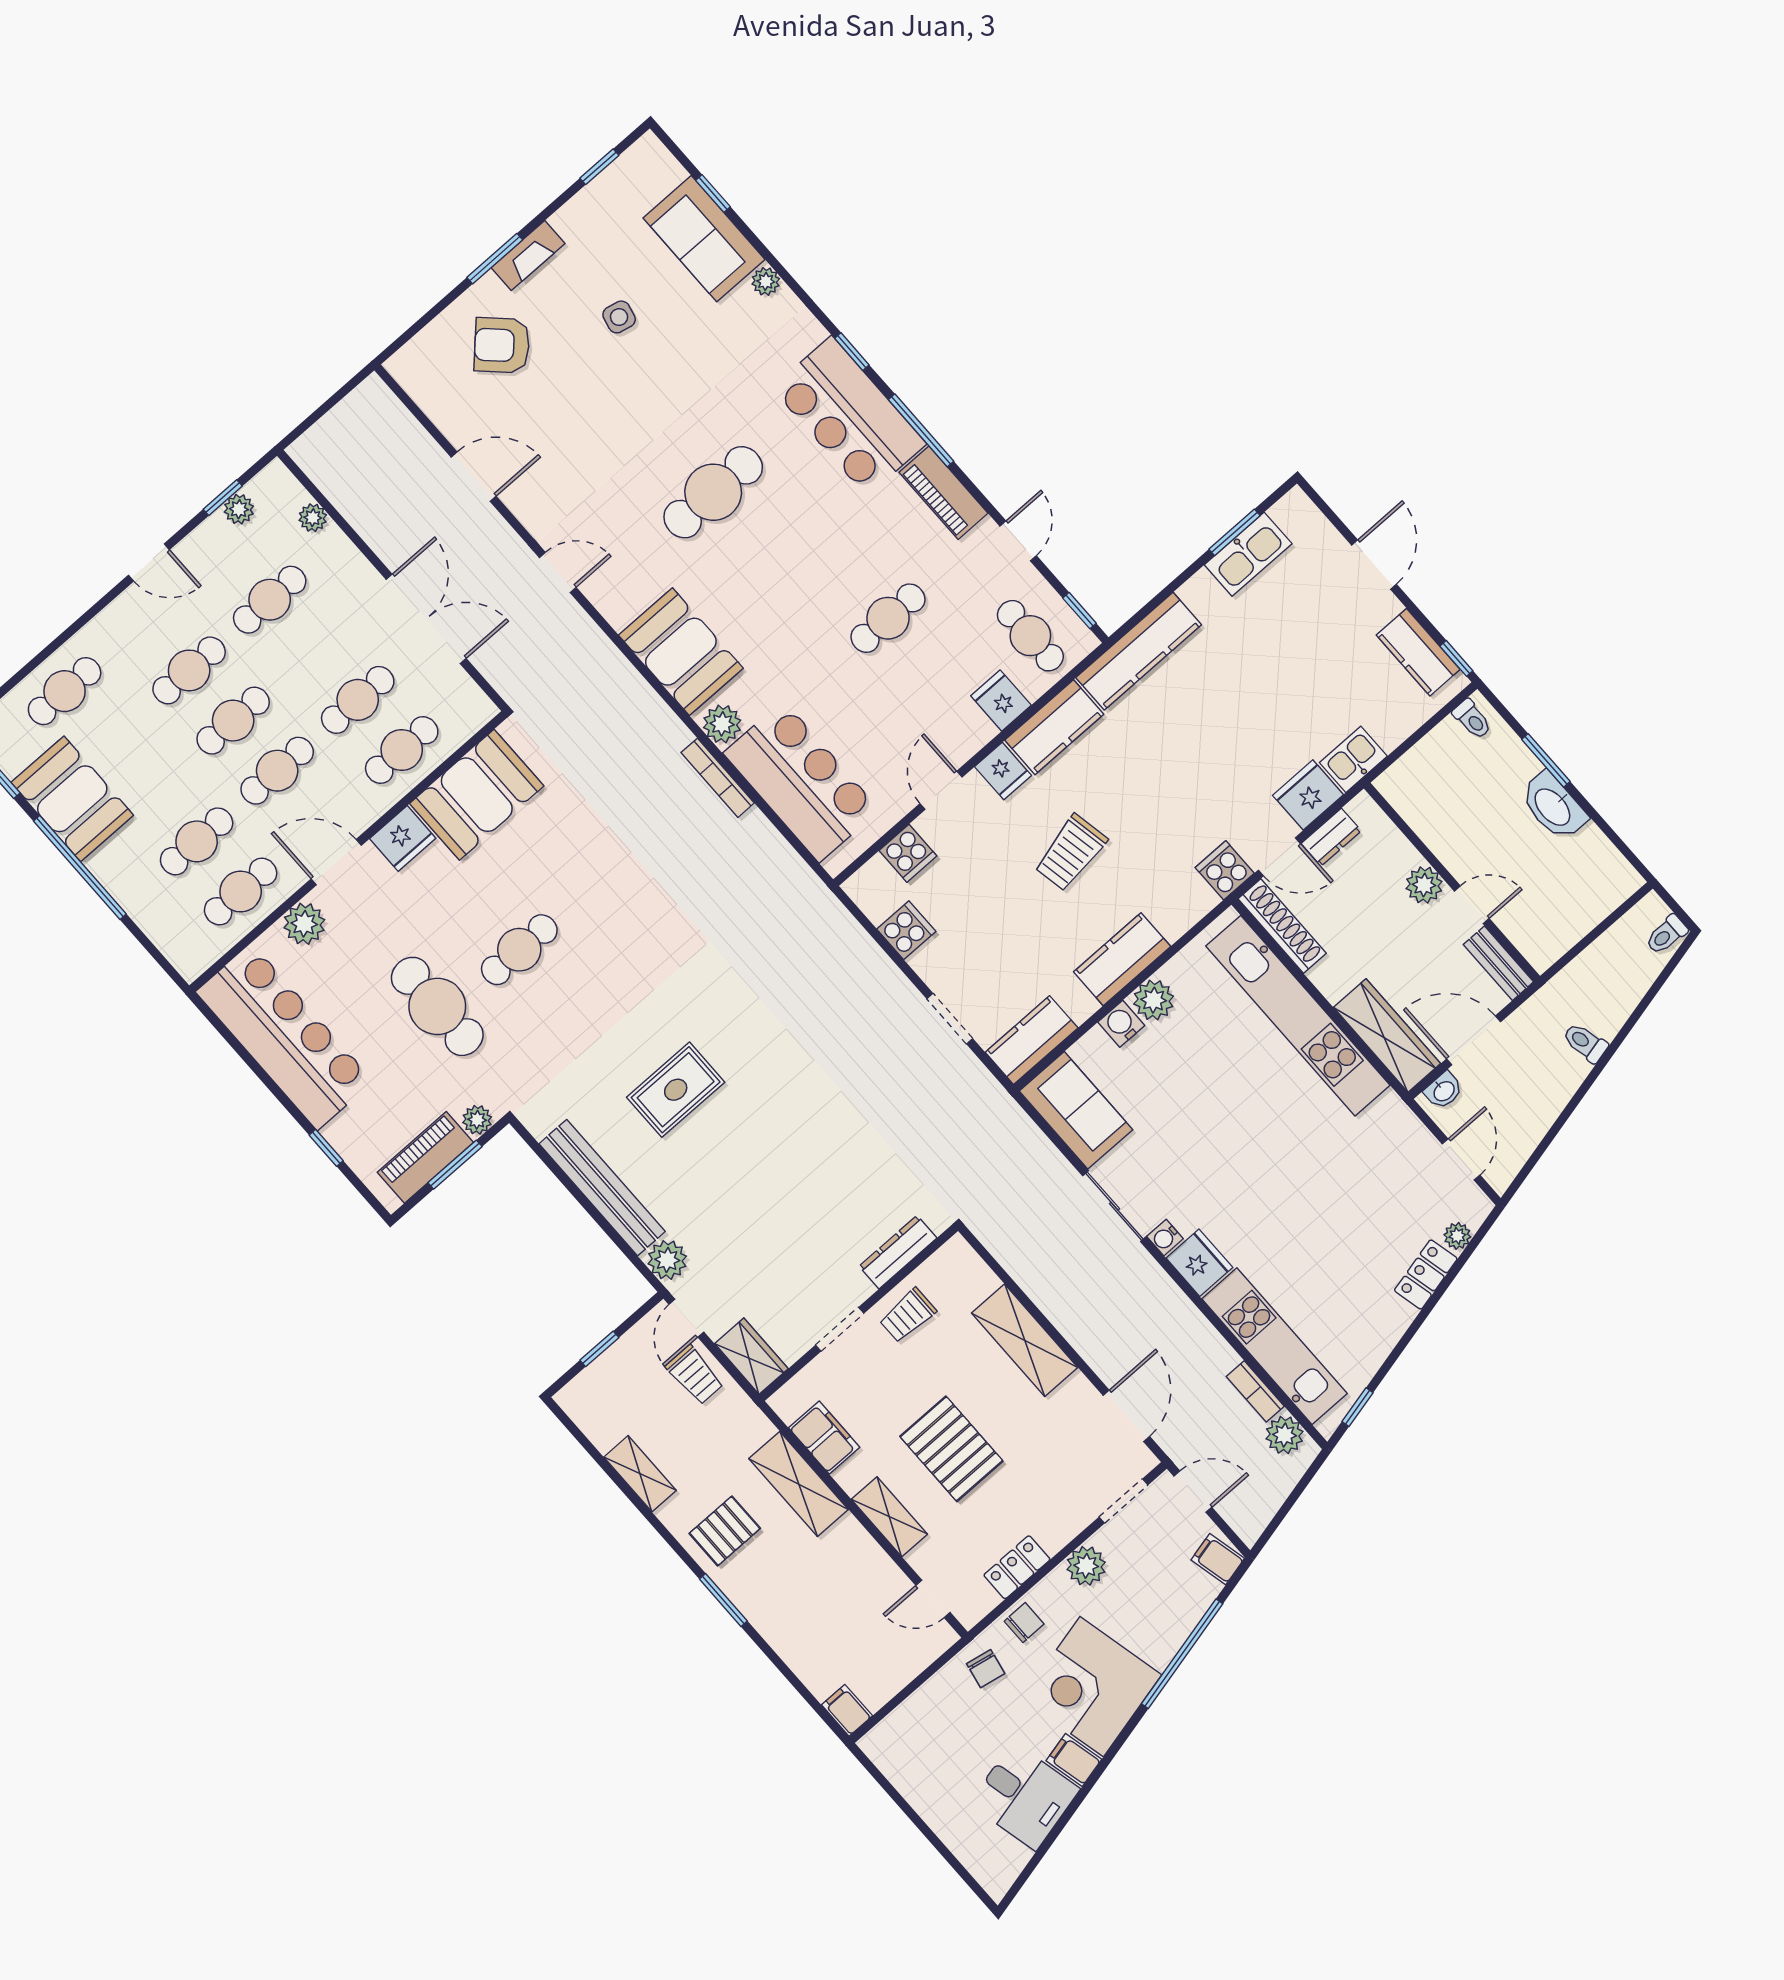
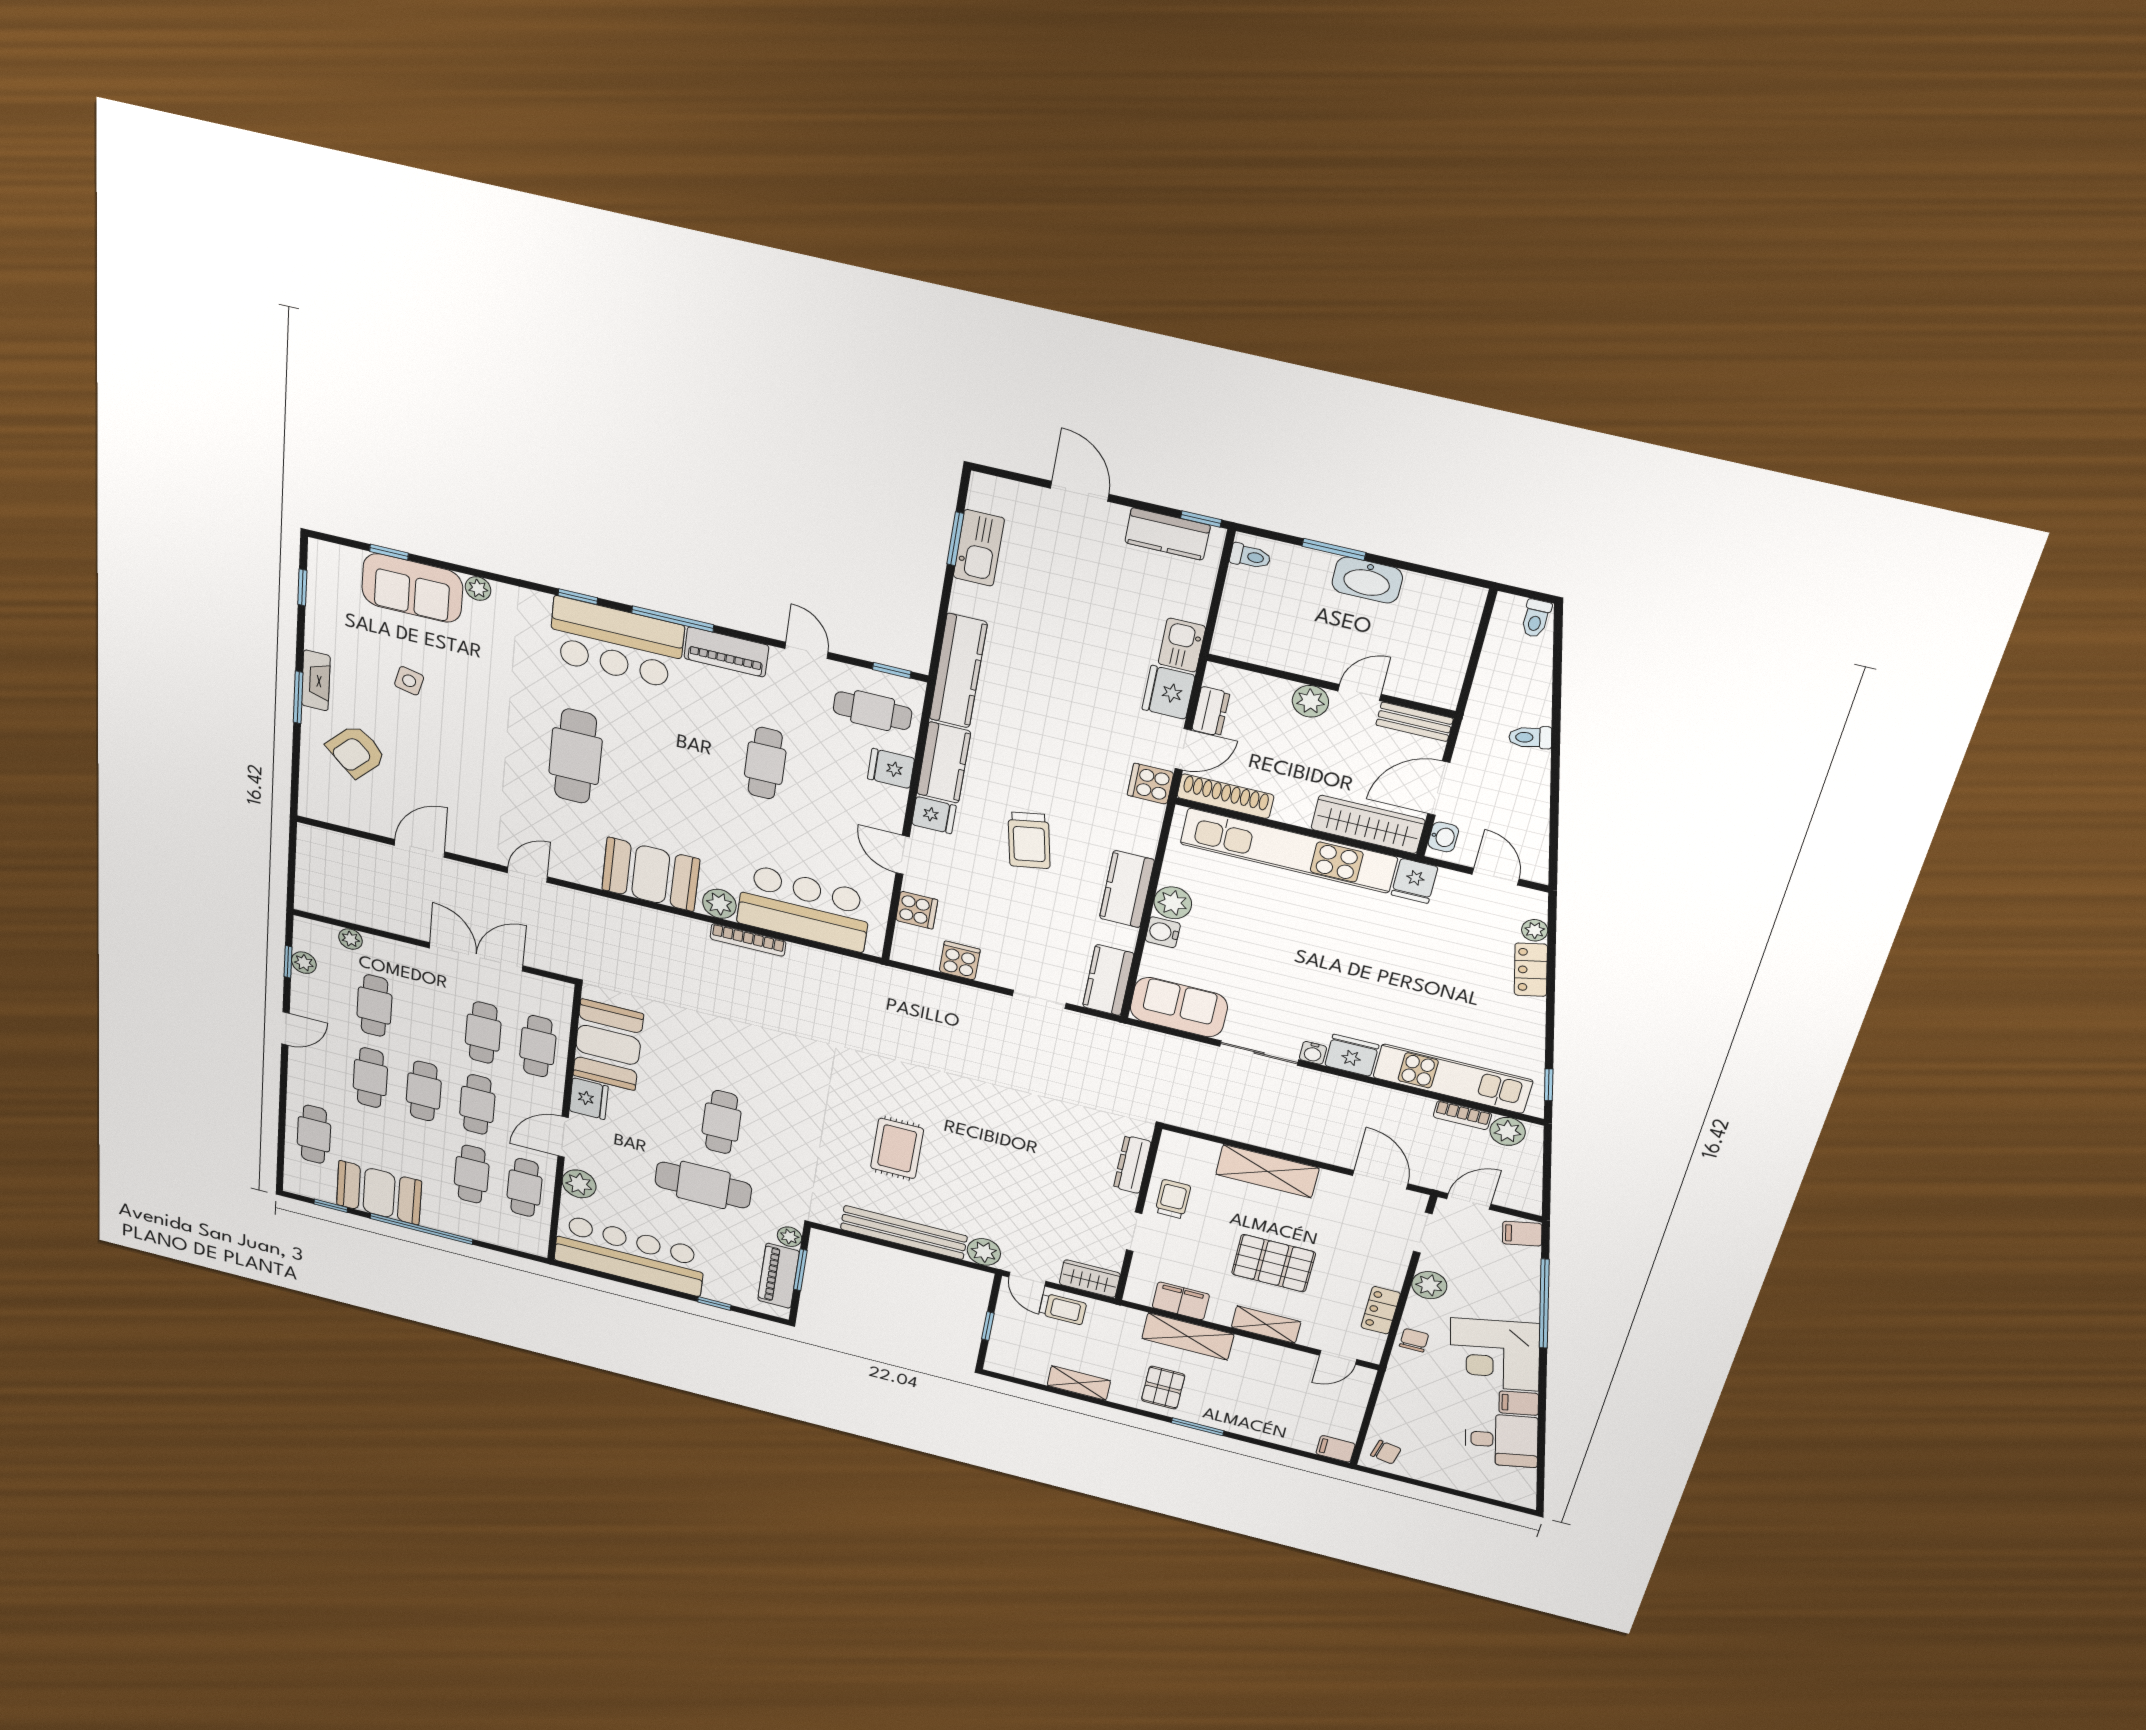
fridge: (1387, 1118) -> (1415, 881), added
trolley: (908, 1315) -> (1173, 1199), turned 180
chair: (986, 1669) -> (1386, 1452), moved

